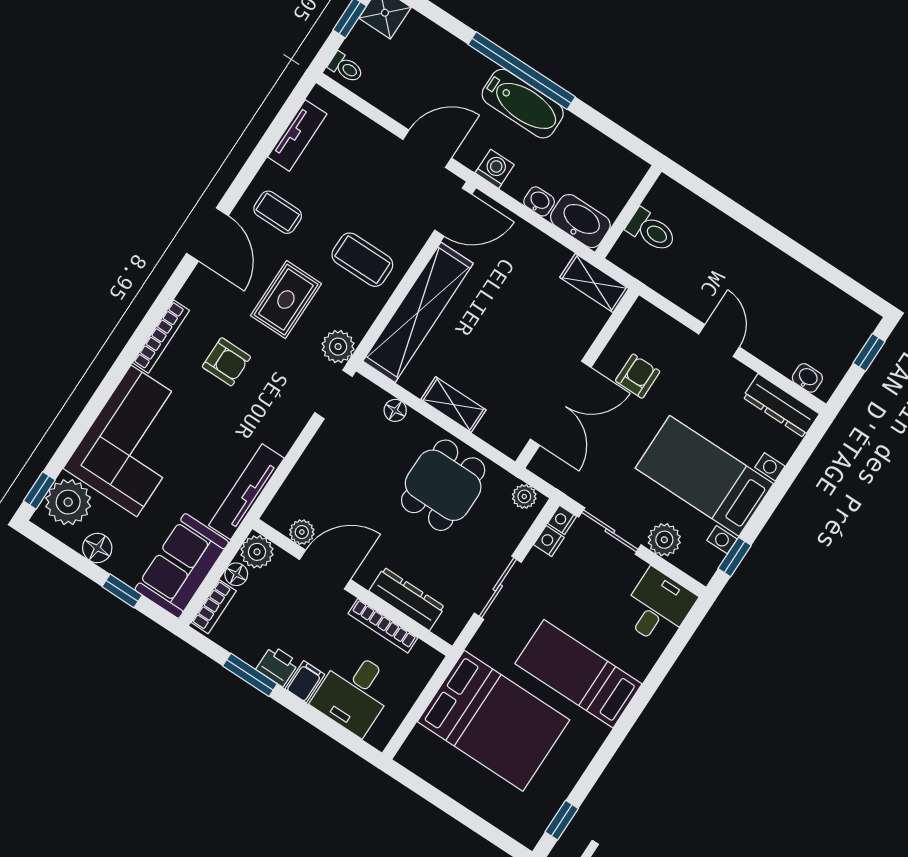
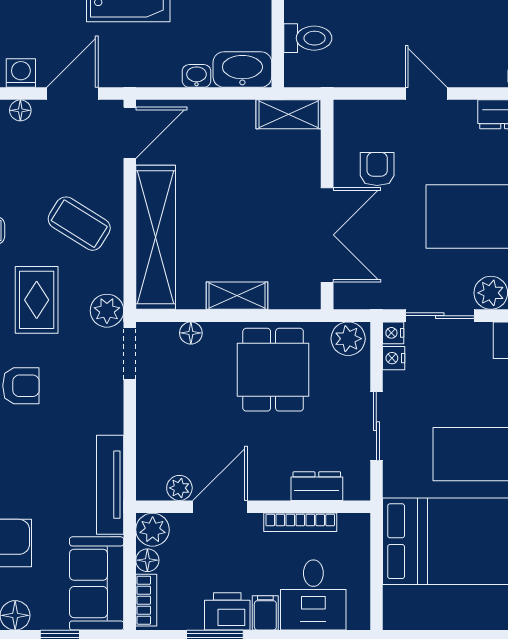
floor lamp: (375, 134) -> (20, 110), added
washing machine: (495, 169) -> (21, 73), moved
coffee table: (362, 260) -> (79, 224), turned 32
plant: (524, 496) -> (348, 339), width x1.38, depth x1.38
dresser: (407, 599) -> (317, 486), width x0.70
printer: (277, 666) -> (227, 611), width x1.36, depth x1.24

